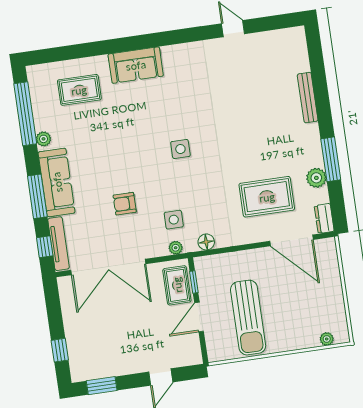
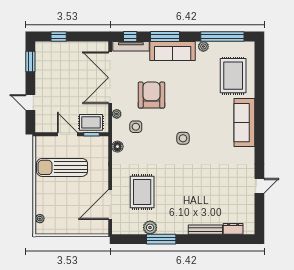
sofa: (136, 65) -> (244, 123), width x1.36
rug: (79, 90) -> (233, 76), width x1.36, depth x1.43
armchair: (125, 204) -> (151, 95), width x1.88, depth x1.88
dresser: (324, 218) -> (233, 229), moved
plant: (176, 248) -> (117, 114), moved

